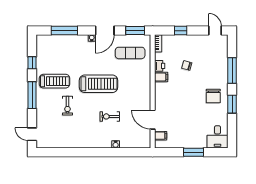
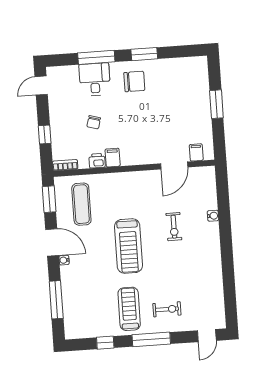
treadmill: (98, 84) -> (128, 246), turned 180
exercise bike: (67, 106) -> (167, 309), moved
desk: (217, 137) -> (95, 79), moved, turned -90

